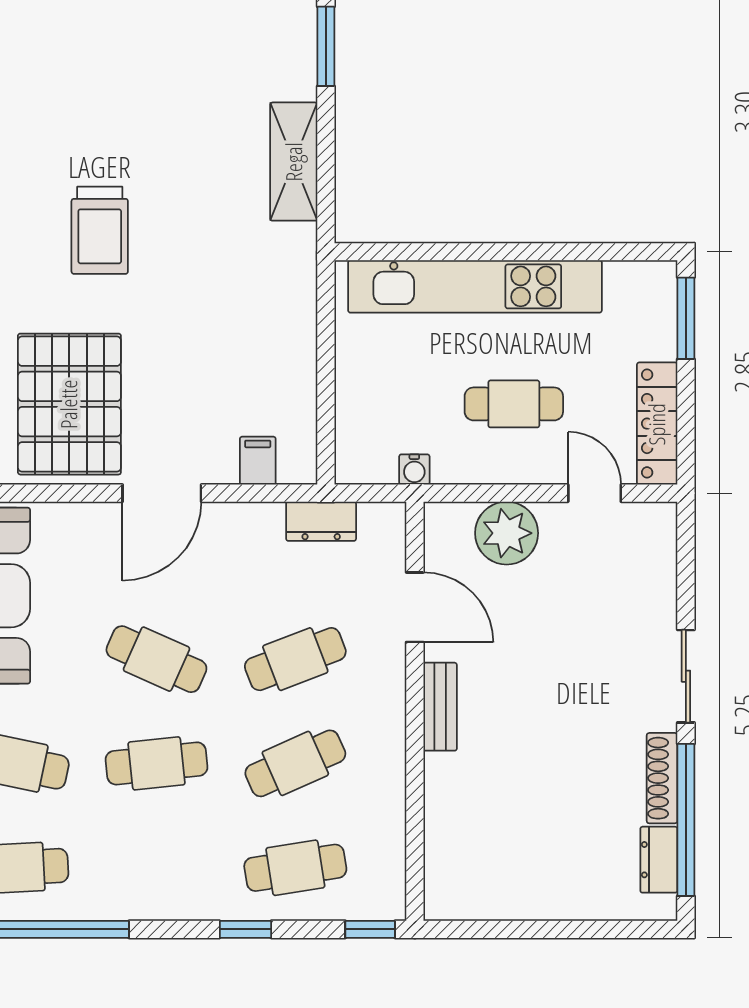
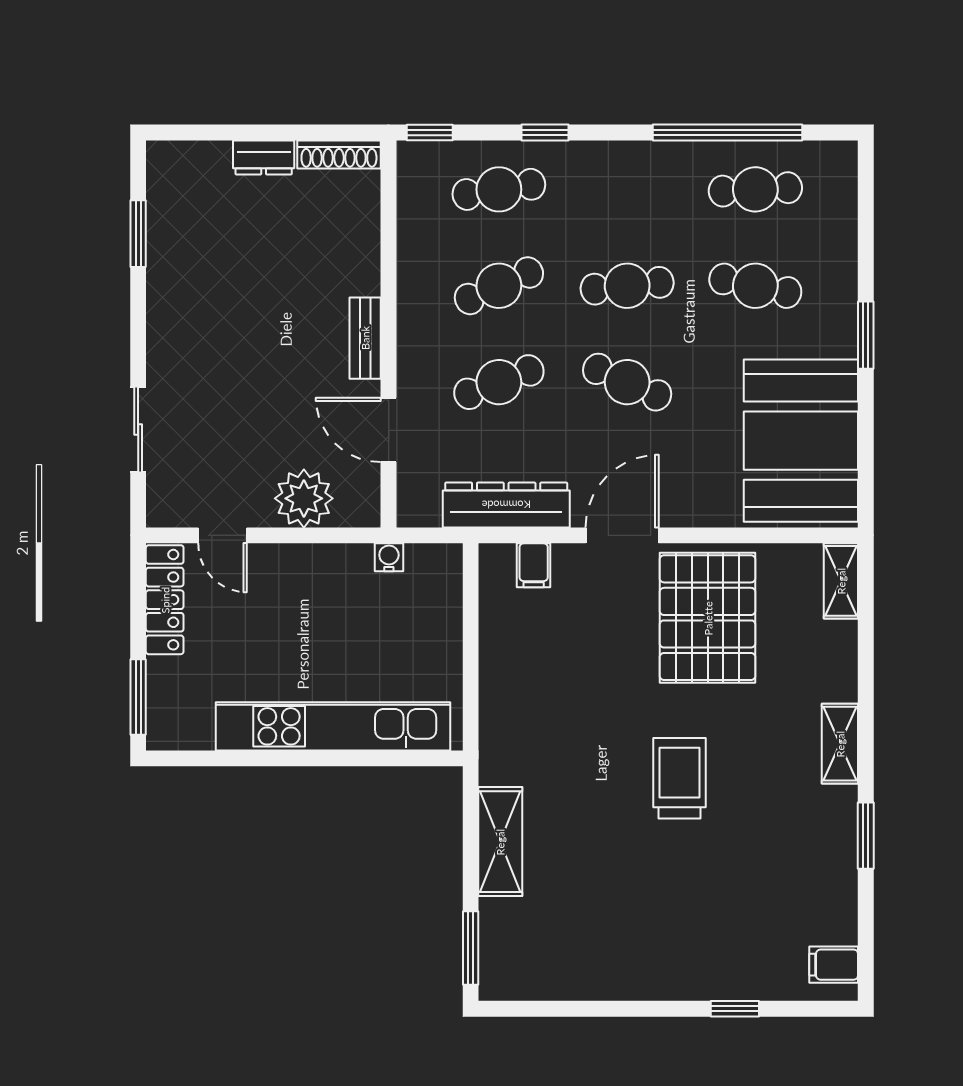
cafe table: (514, 404) -> (297, 618), removed
dresser: (321, 521) -> (506, 505), width x1.96, depth x1.24
sliding door: (686, 676) -> (138, 429), moved
shoe rack: (662, 778) -> (339, 154), moved, turned 90
window: (686, 820) -> (138, 234), width x0.47
dresser: (659, 860) -> (264, 157), moved, turned 90

